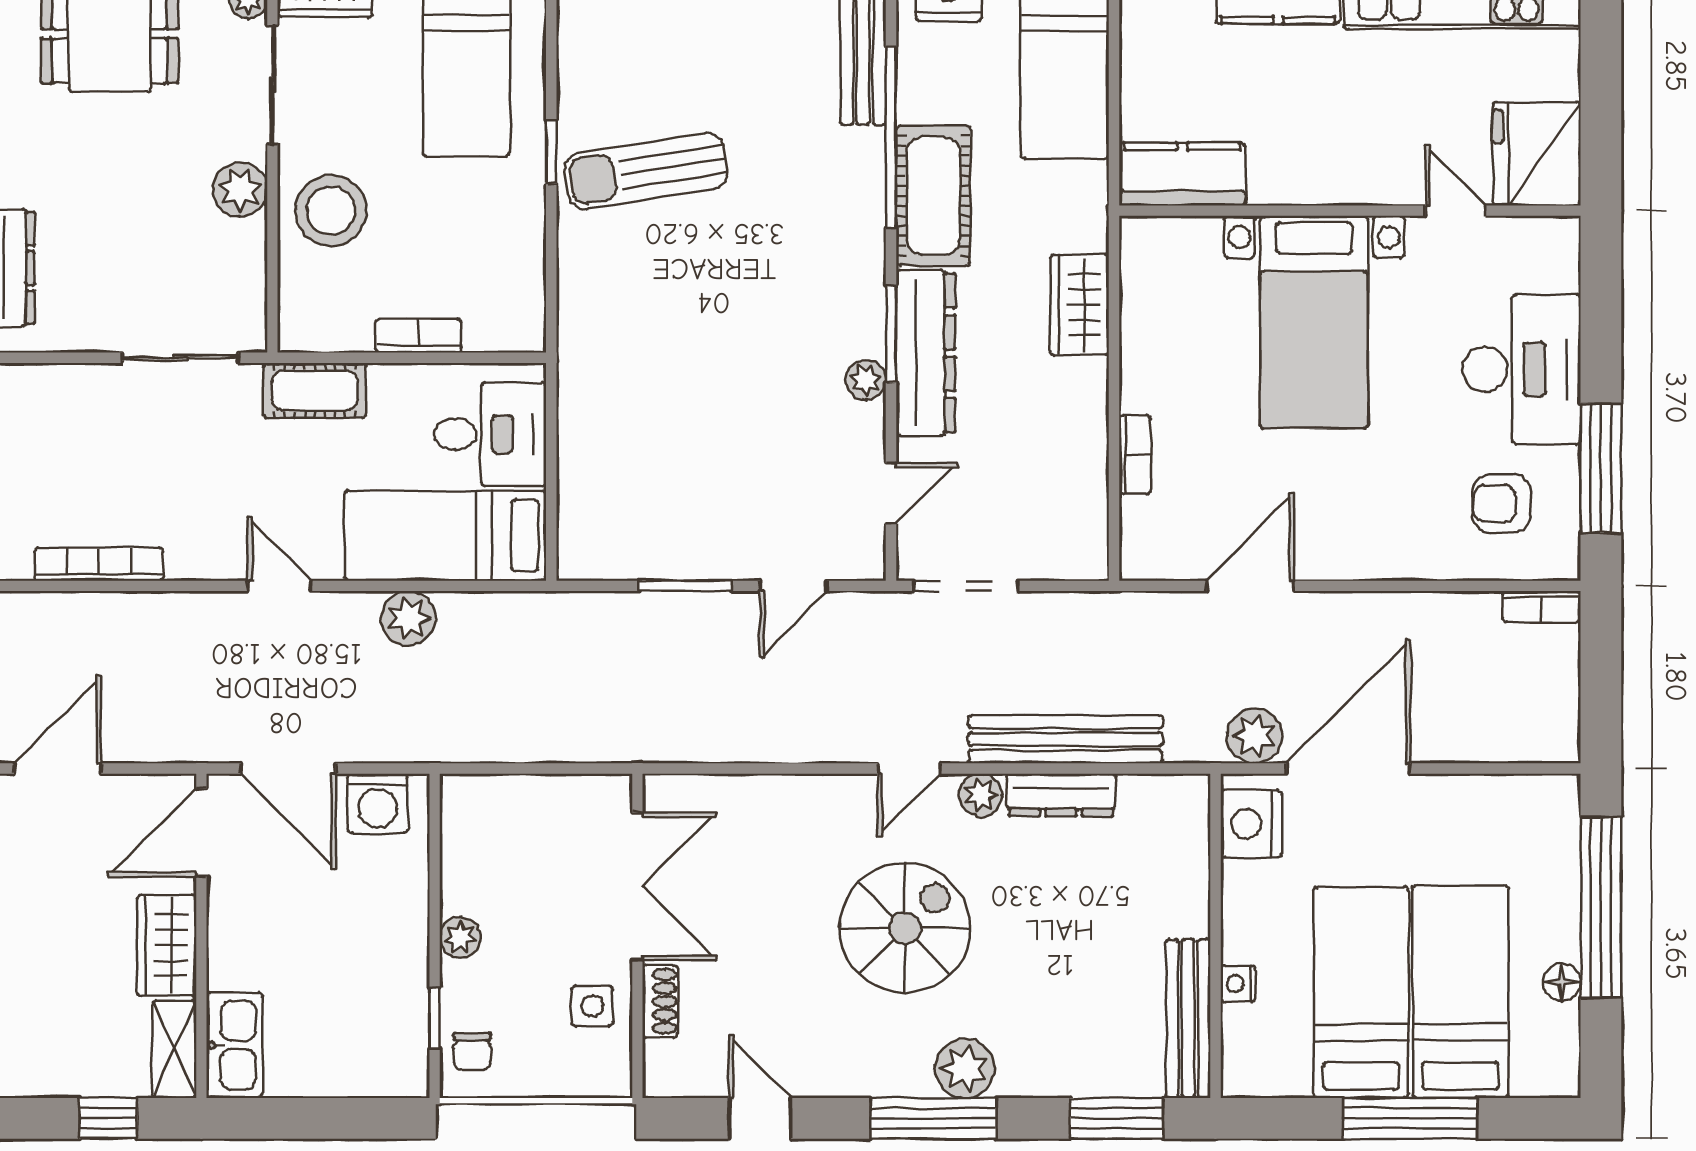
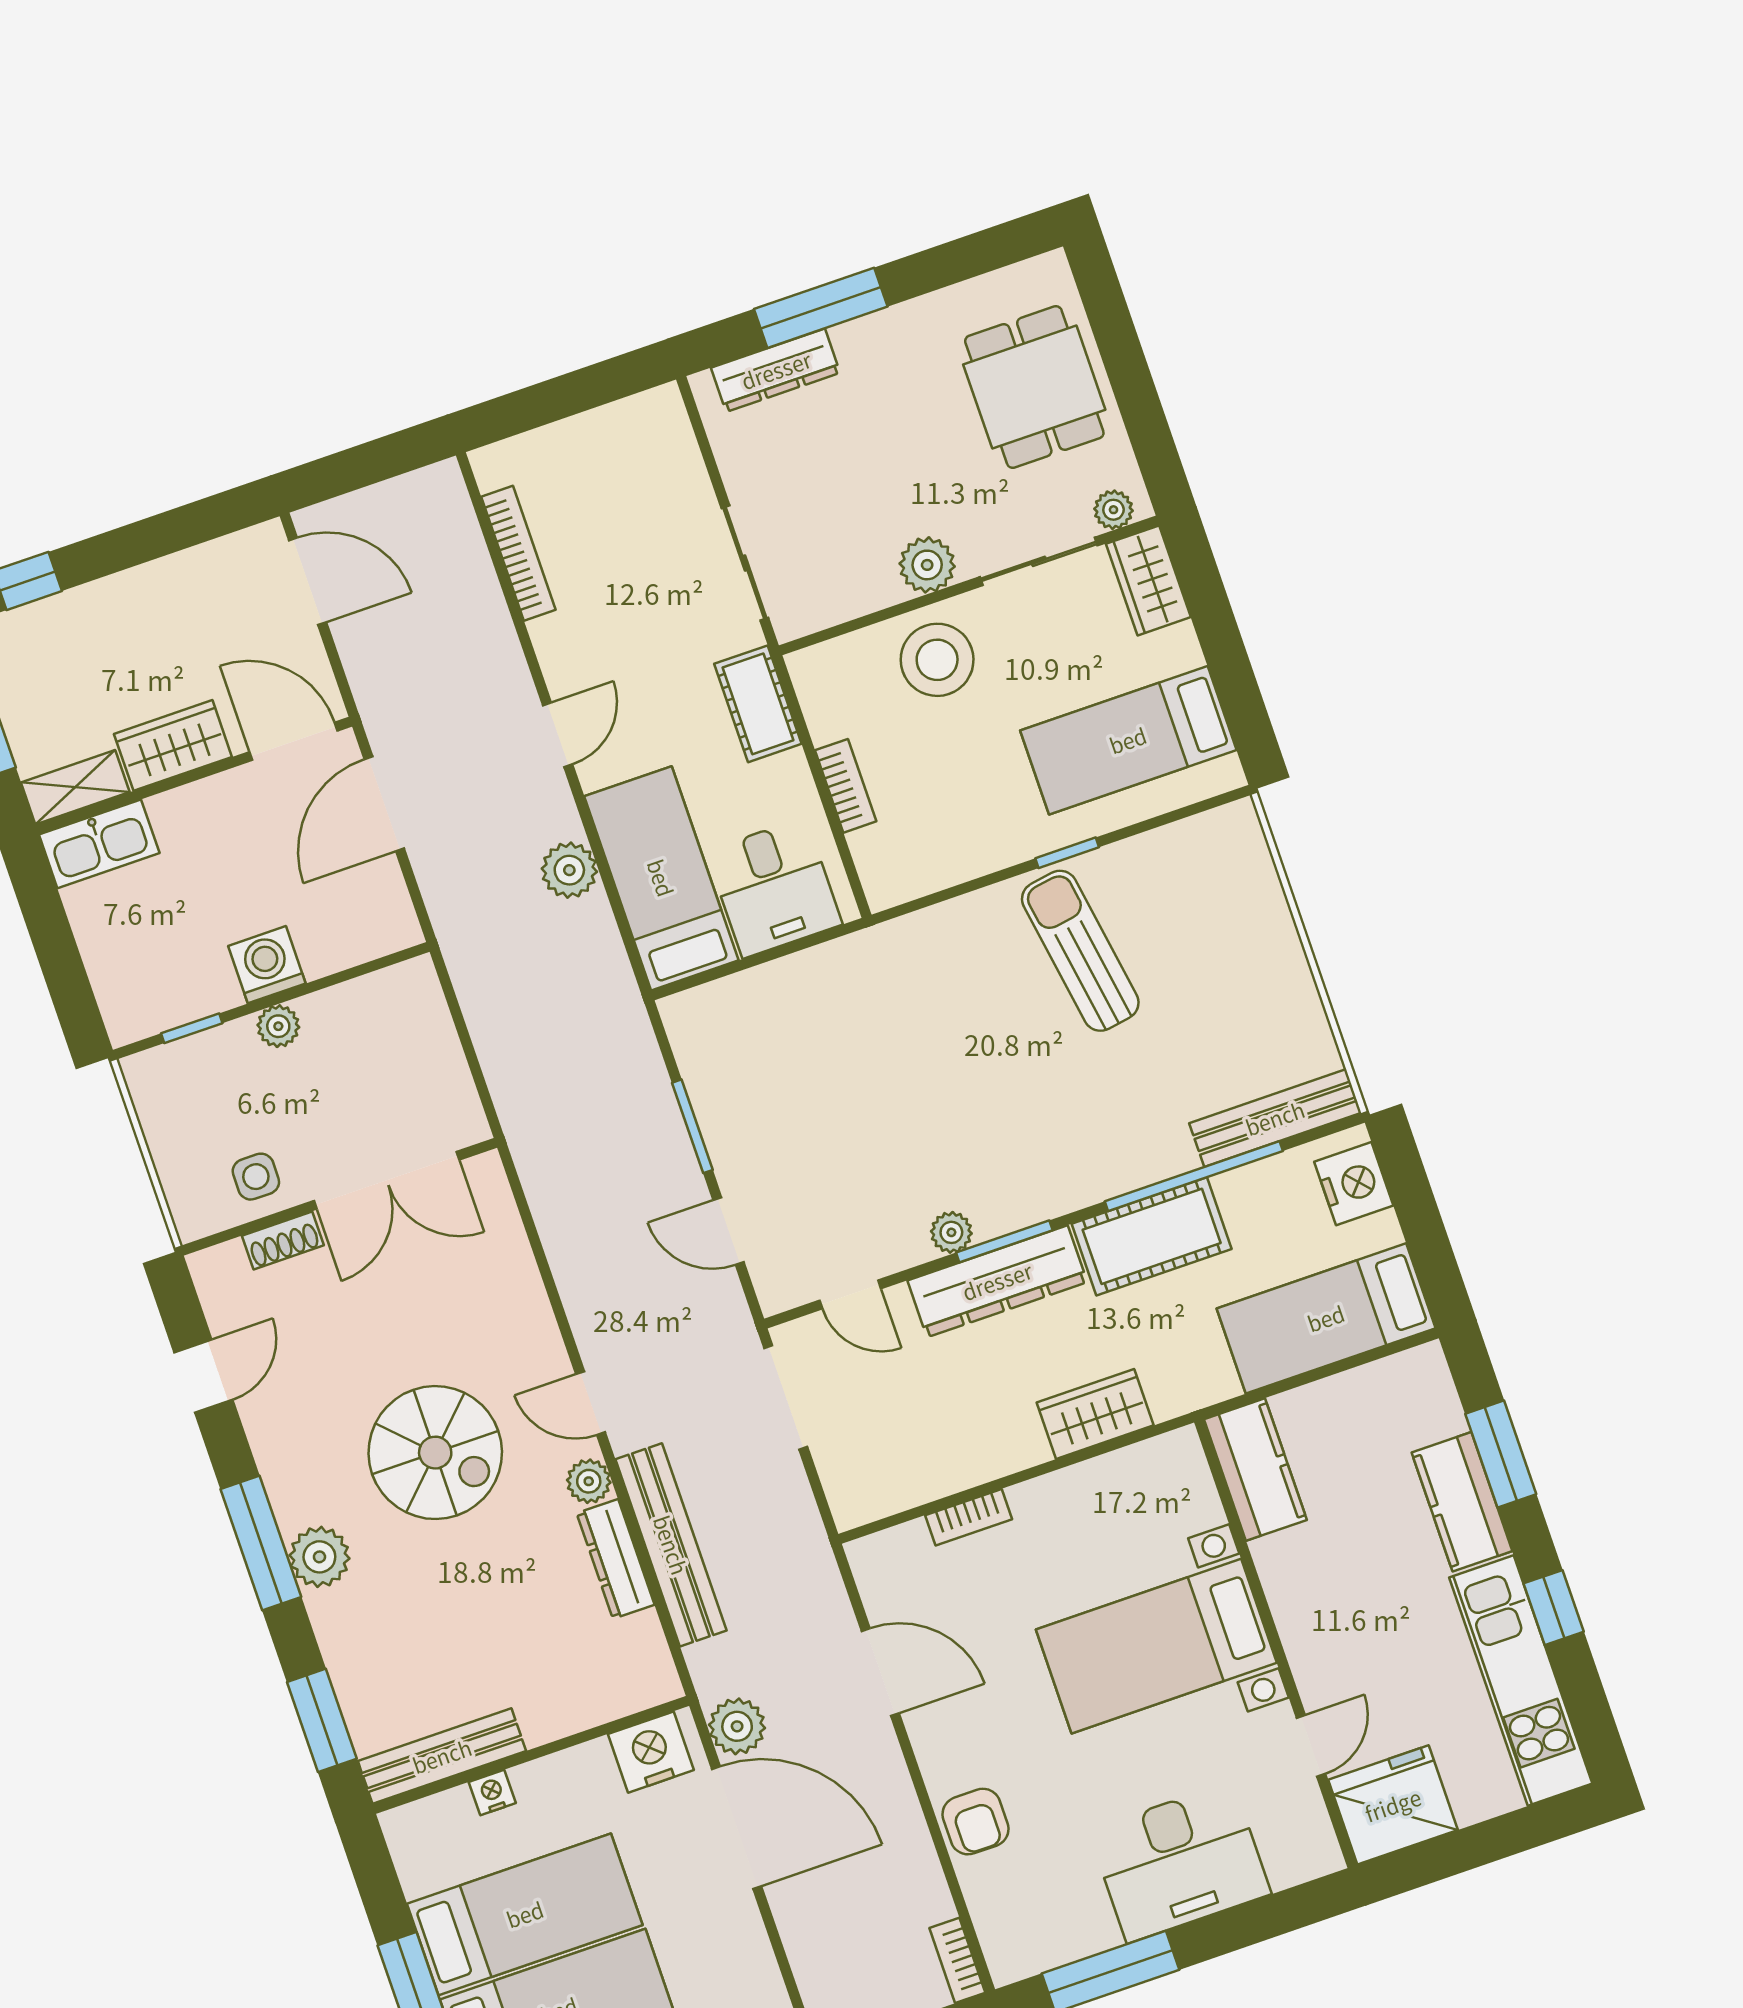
armchair: (1501, 503) -> (975, 1822), moved, turned 180
washing machine: (378, 803) -> (267, 965), moved, turned 90
chair: (472, 1051) -> (172, 1076), removed

